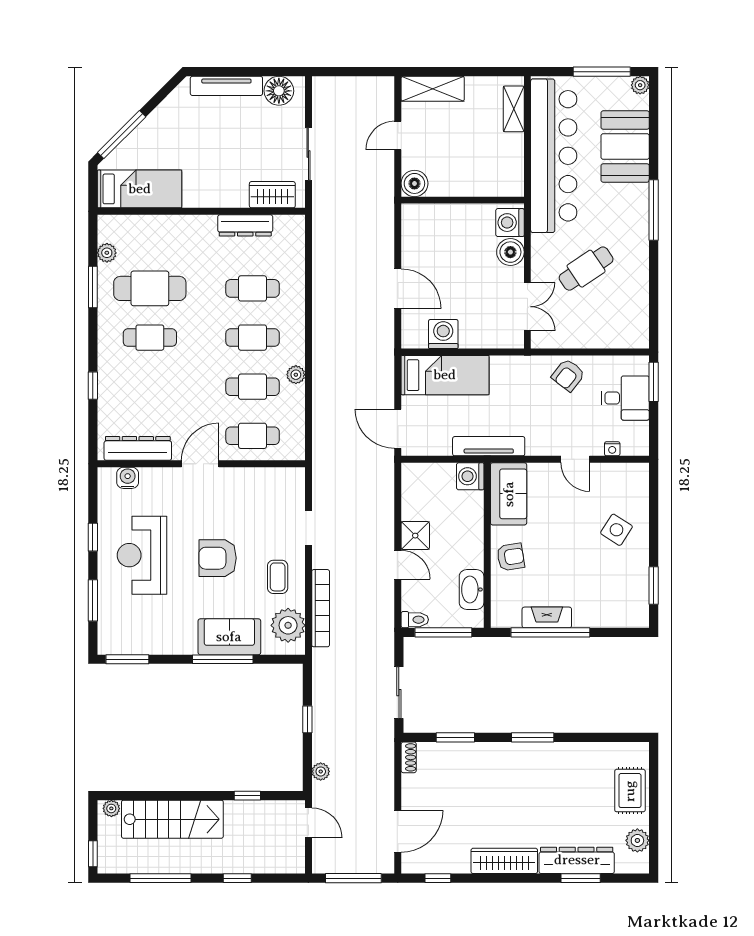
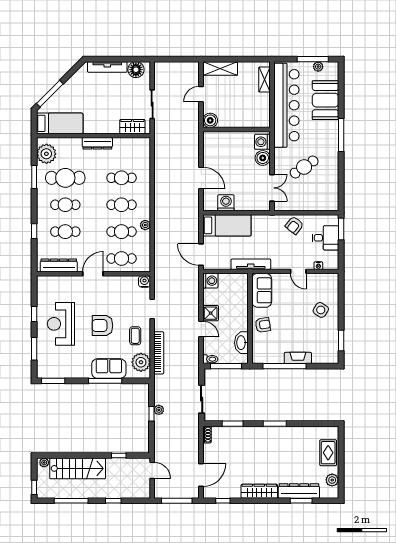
plant: (640, 85) -> (318, 67), moved
dresser: (245, 225) -> (97, 143), moved
plant: (107, 253) -> (46, 154), width x1.87, depth x1.87
cafe table: (150, 387) -> (65, 232), added
washing machine: (470, 476) -> (210, 281), moved, turned 180
water cooler: (128, 478) -> (144, 282), moved
fireplace: (547, 617) -> (298, 358), moved
plant: (321, 771) -> (159, 410), moved

